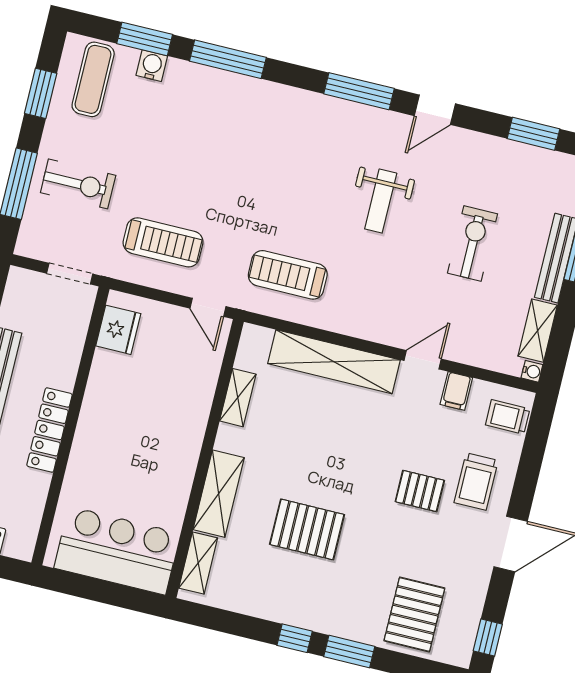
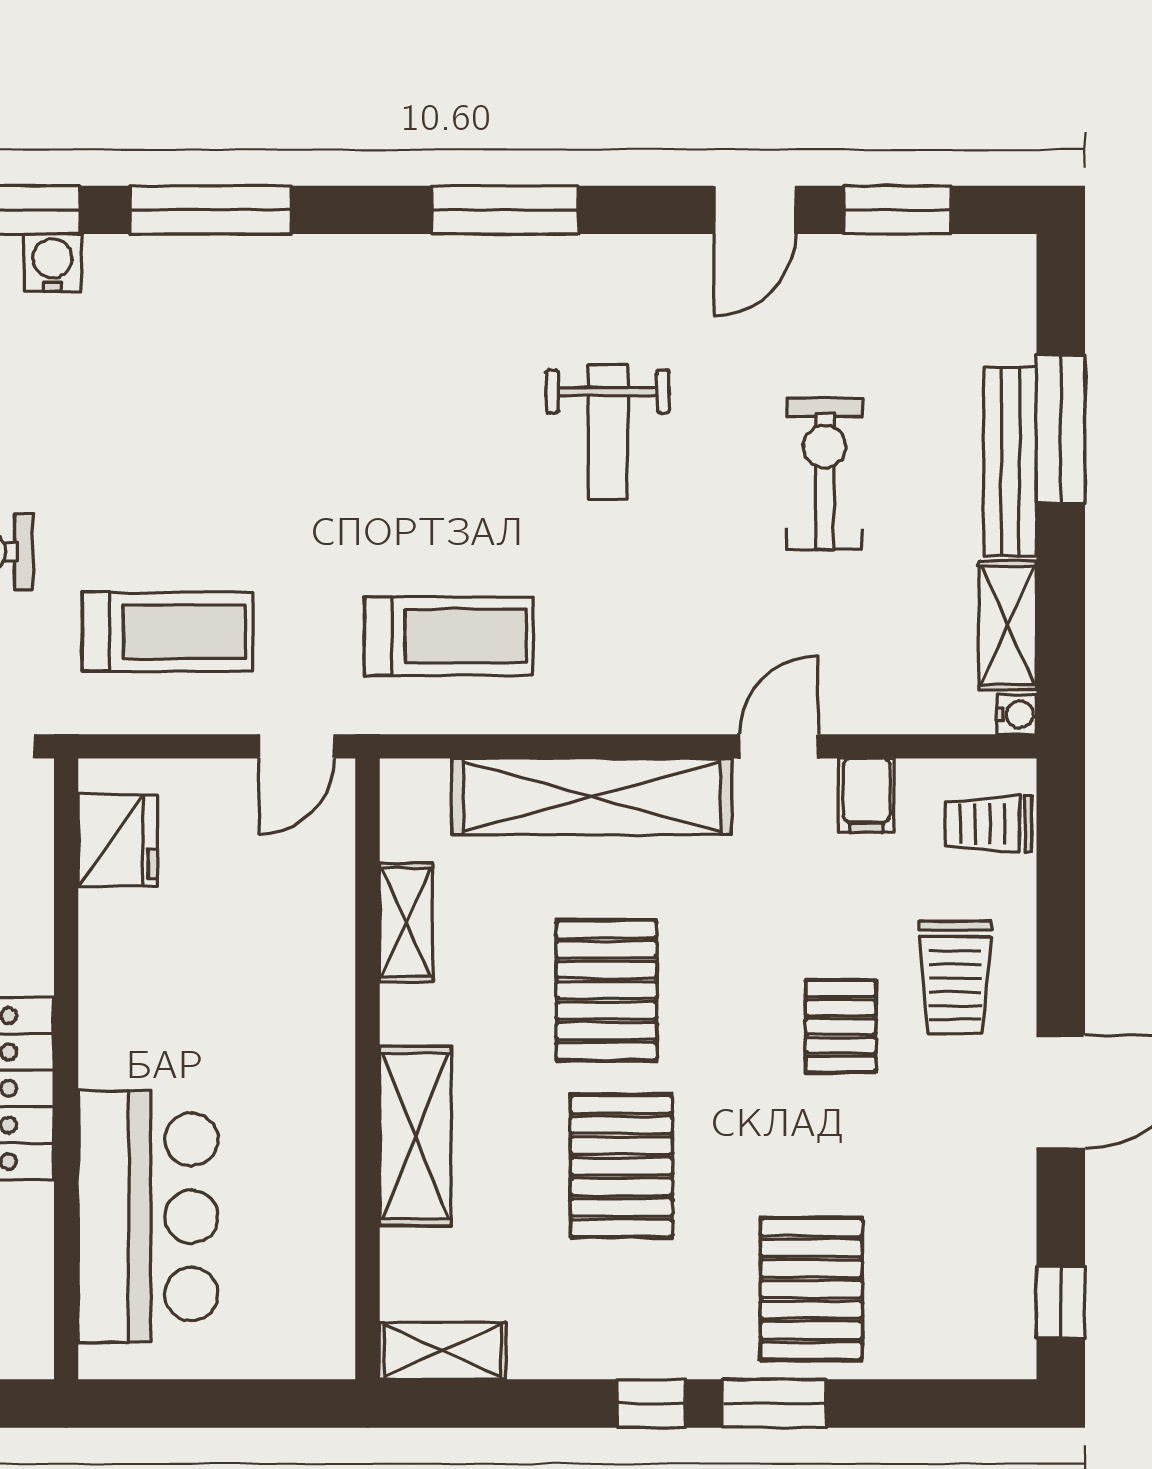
door: (435, 110) -> (755, 210), moved
treadmill: (288, 275) -> (449, 636), turned 180
door: (208, 307) -> (296, 746), hinge flipped
pallet: (320, 450) -> (607, 990), added
pallet: (420, 491) -> (841, 1026), turned 90
pallet: (307, 529) -> (621, 1166), turned 90
bar counter: (117, 551) -> (148, 1217), moved, turned 90
shelving: (198, 563) -> (443, 1351), moved, turned 90
pallet: (414, 614) -> (811, 1289), moved

